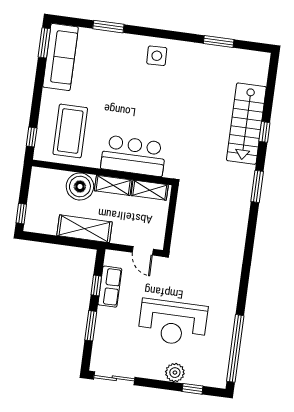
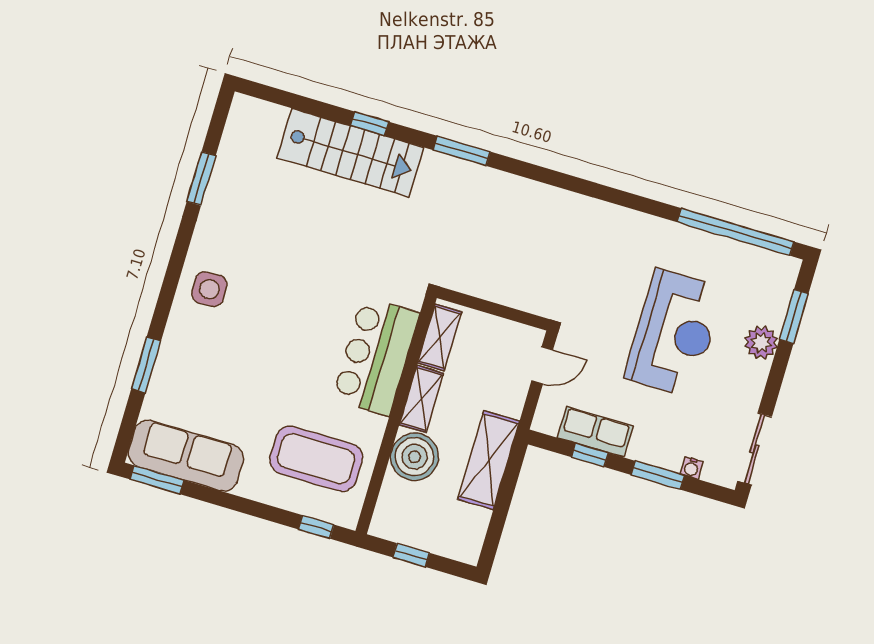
window: (21, 214) -> (411, 555), moved
water cooler: (98, 344) -> (691, 468), added
window: (193, 389) -> (794, 316), width x1.50

